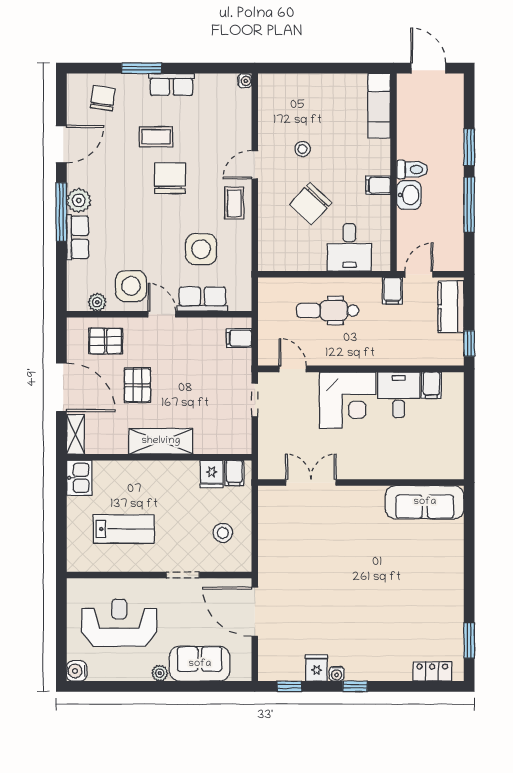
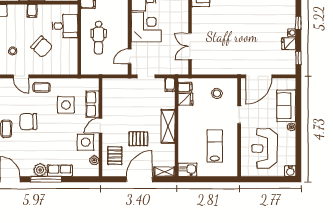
filing cabinet: (239, 338) -> (170, 85), moved

